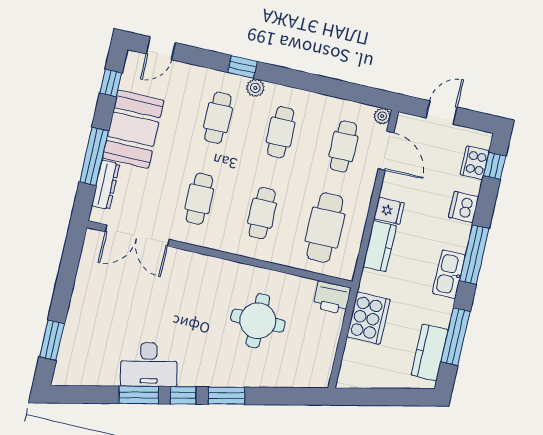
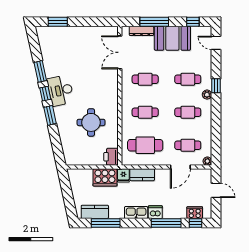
door: (386, 151) -> (180, 167), moved
dishwasher: (464, 207) -> (155, 212), moved
fridge: (389, 211) -> (123, 175), moved
window: (474, 255) -> (166, 223), moved
desk: (149, 364) -> (61, 90), moved

